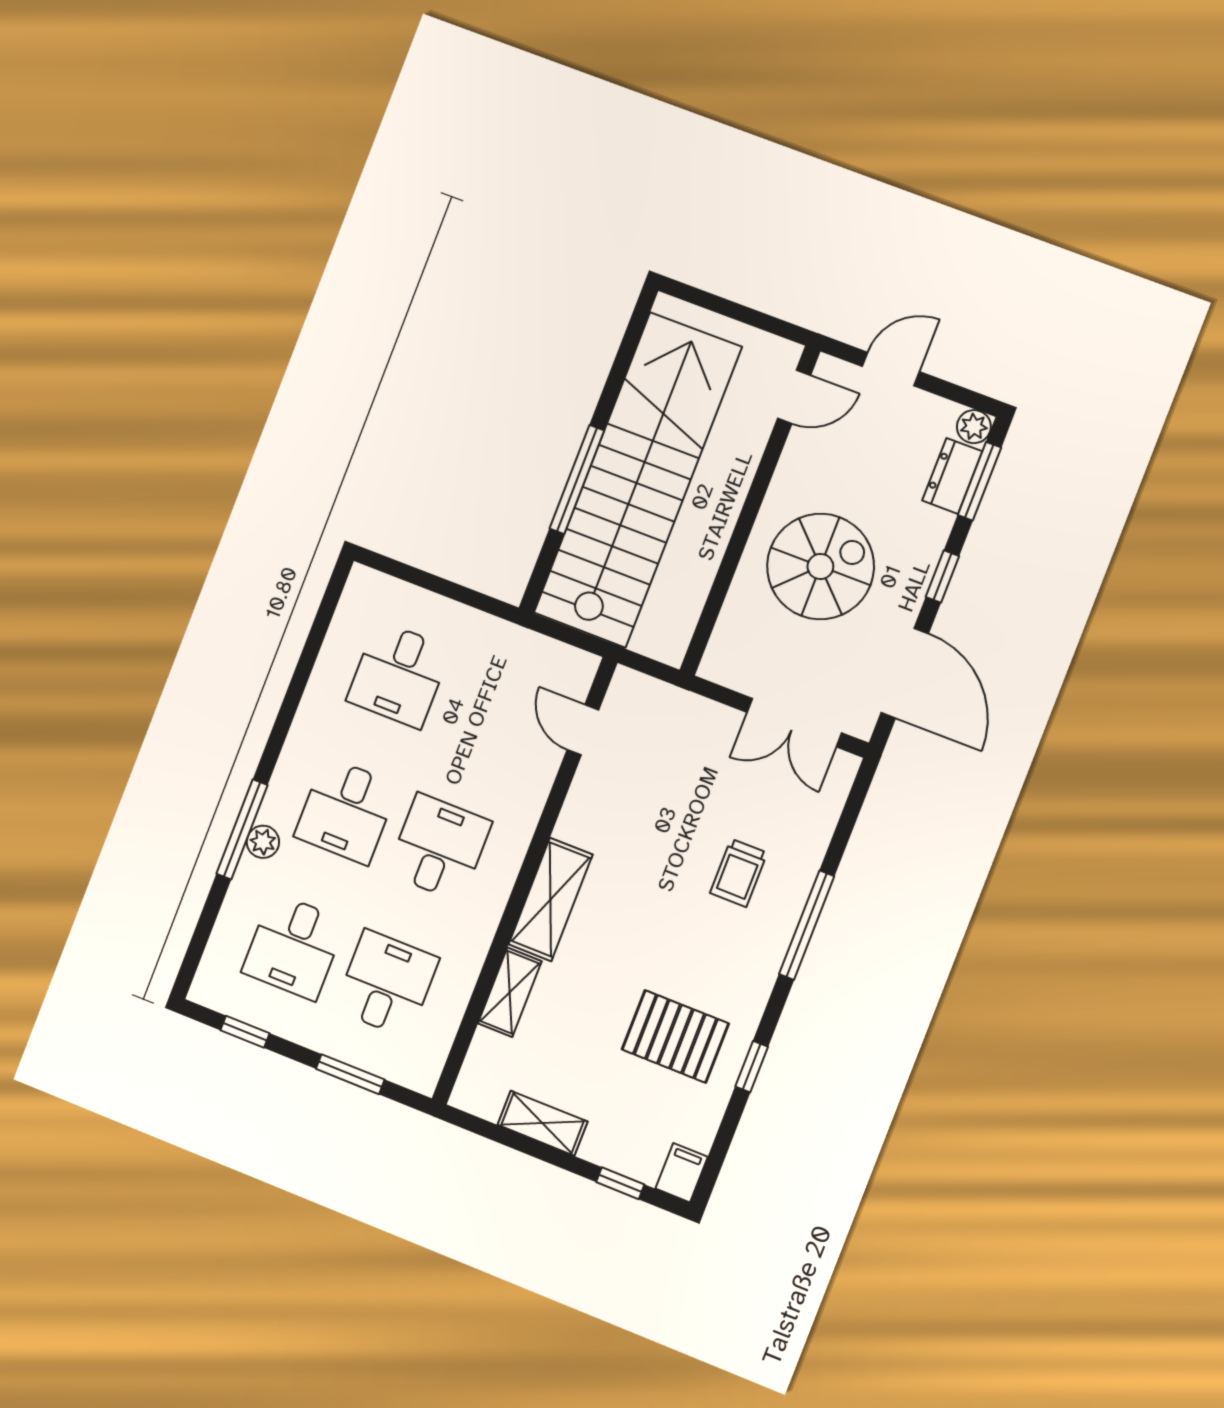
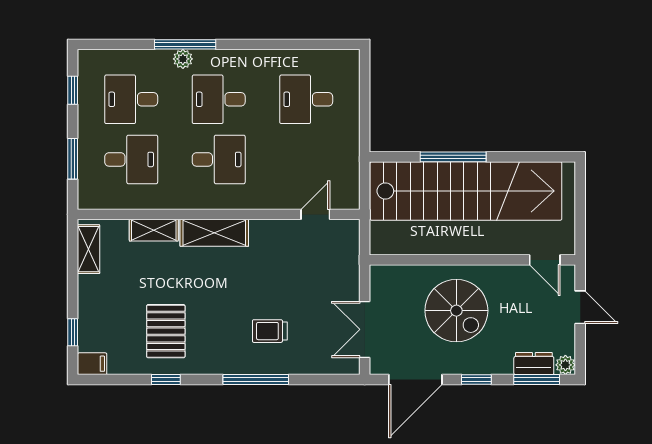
shelving: (542, 1123) -> (89, 249), moved

